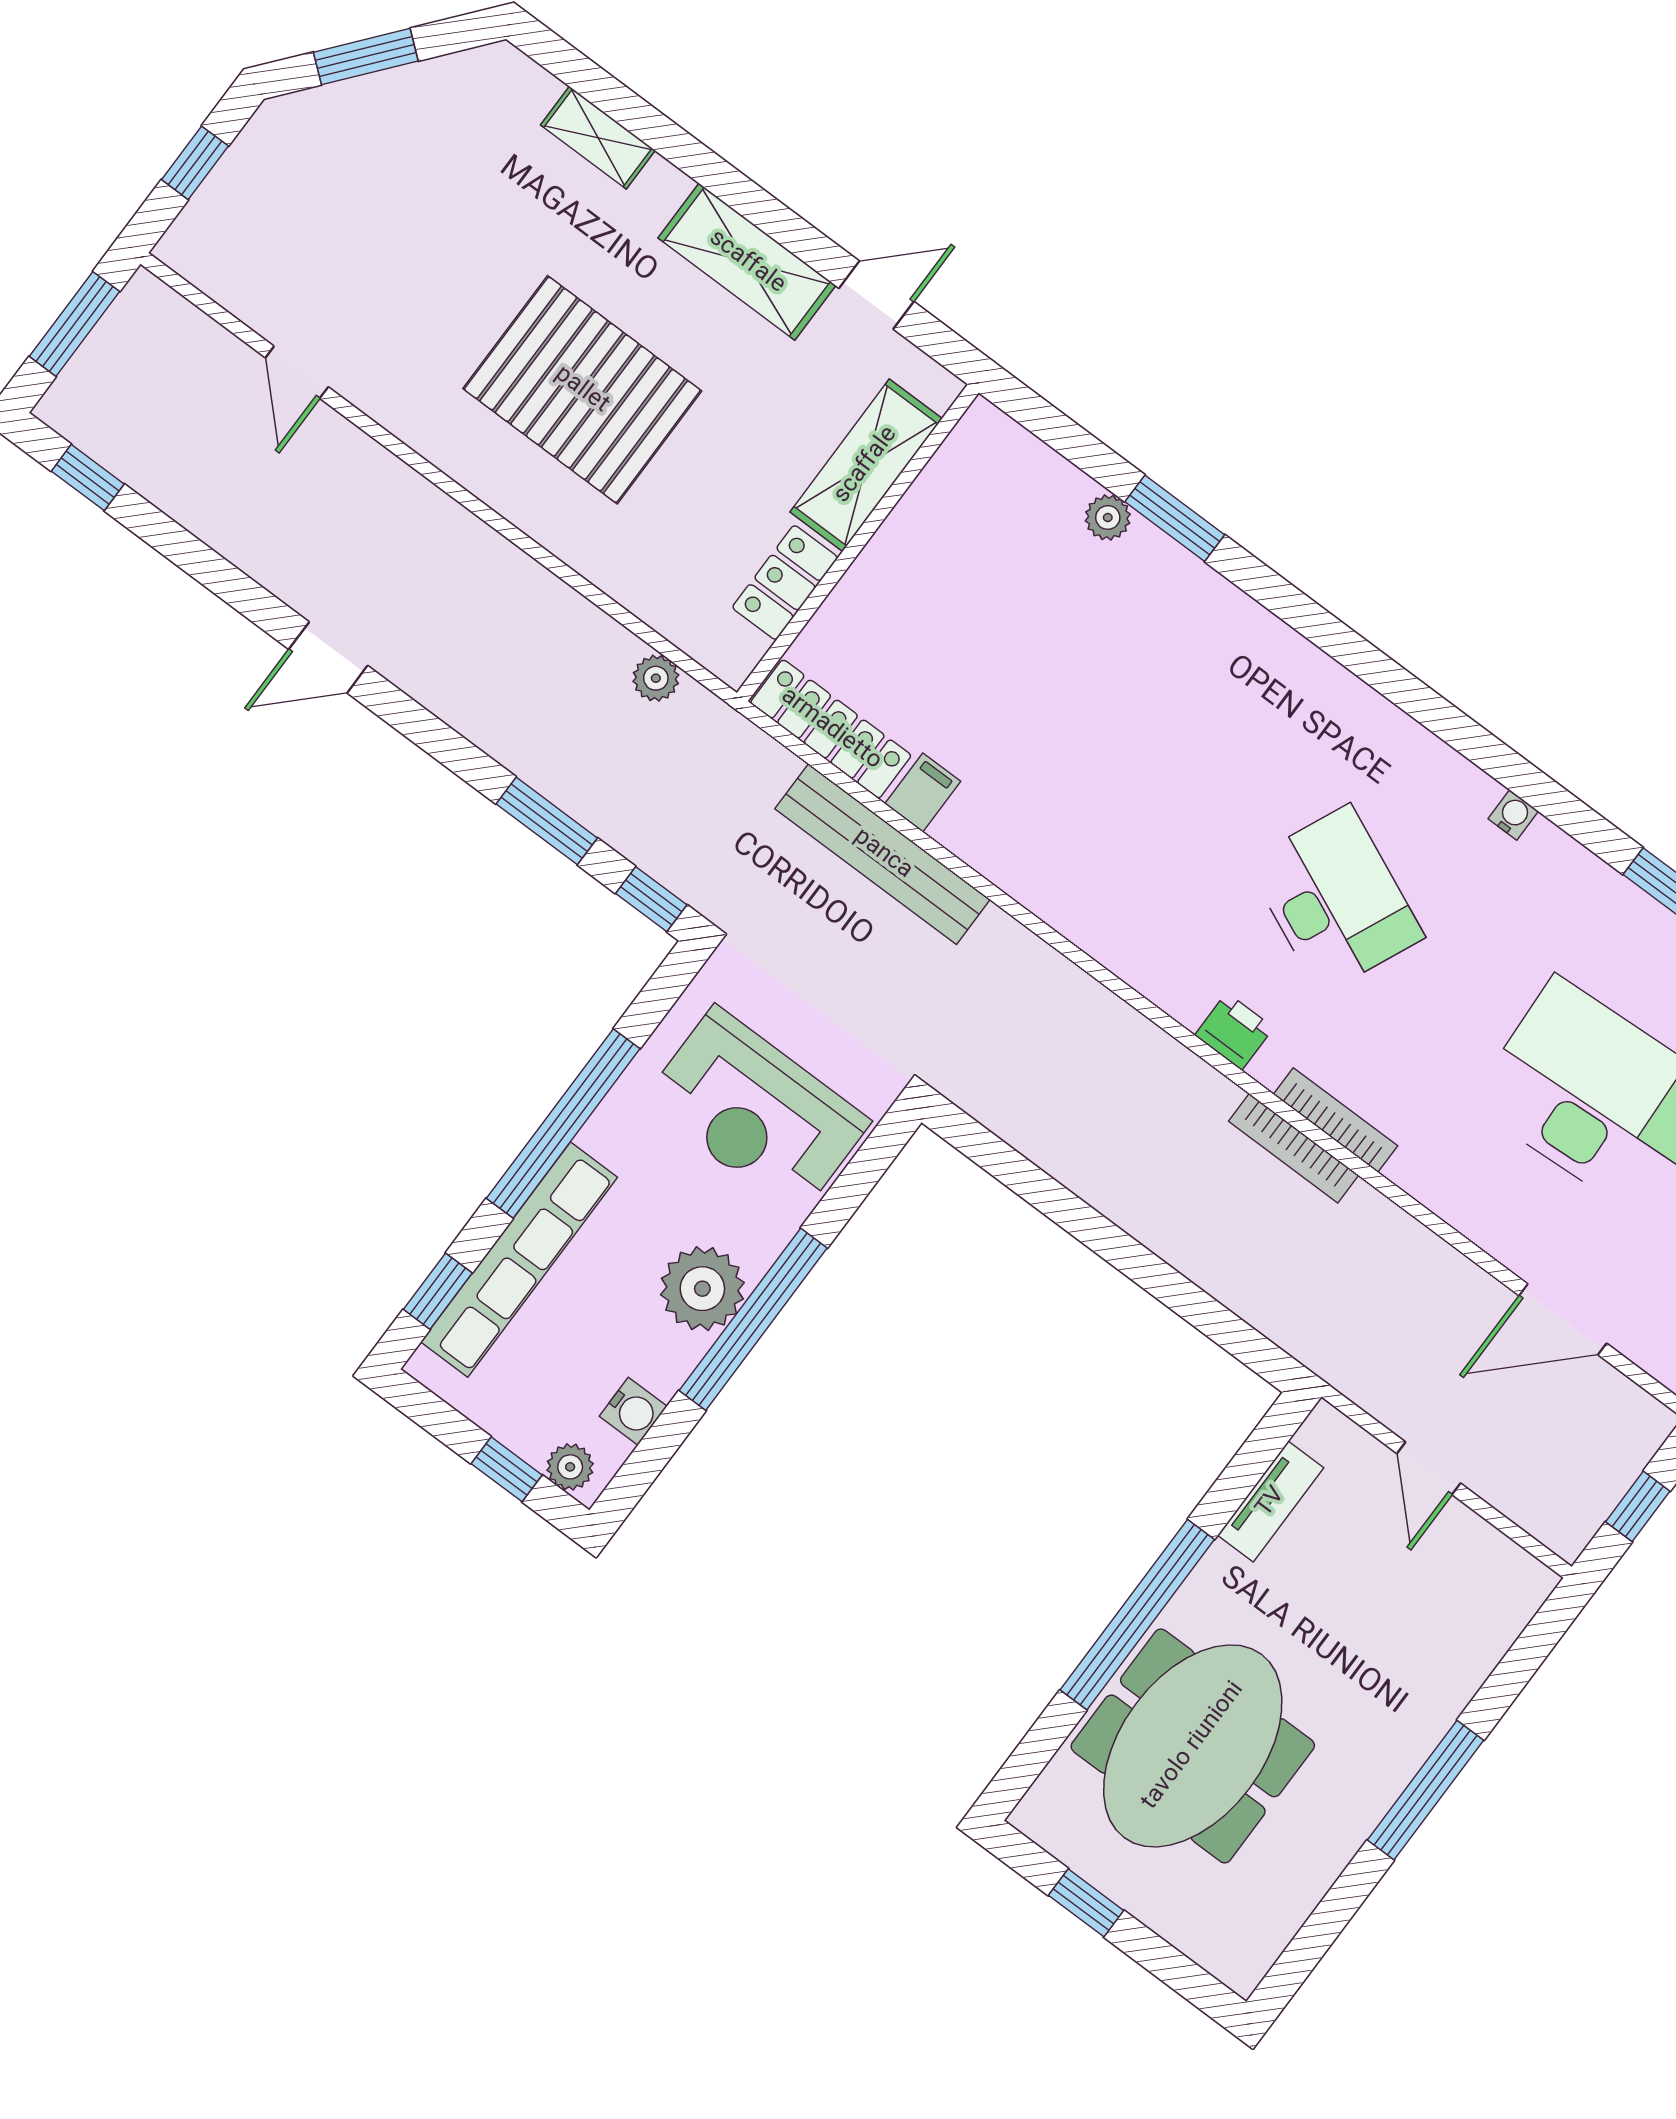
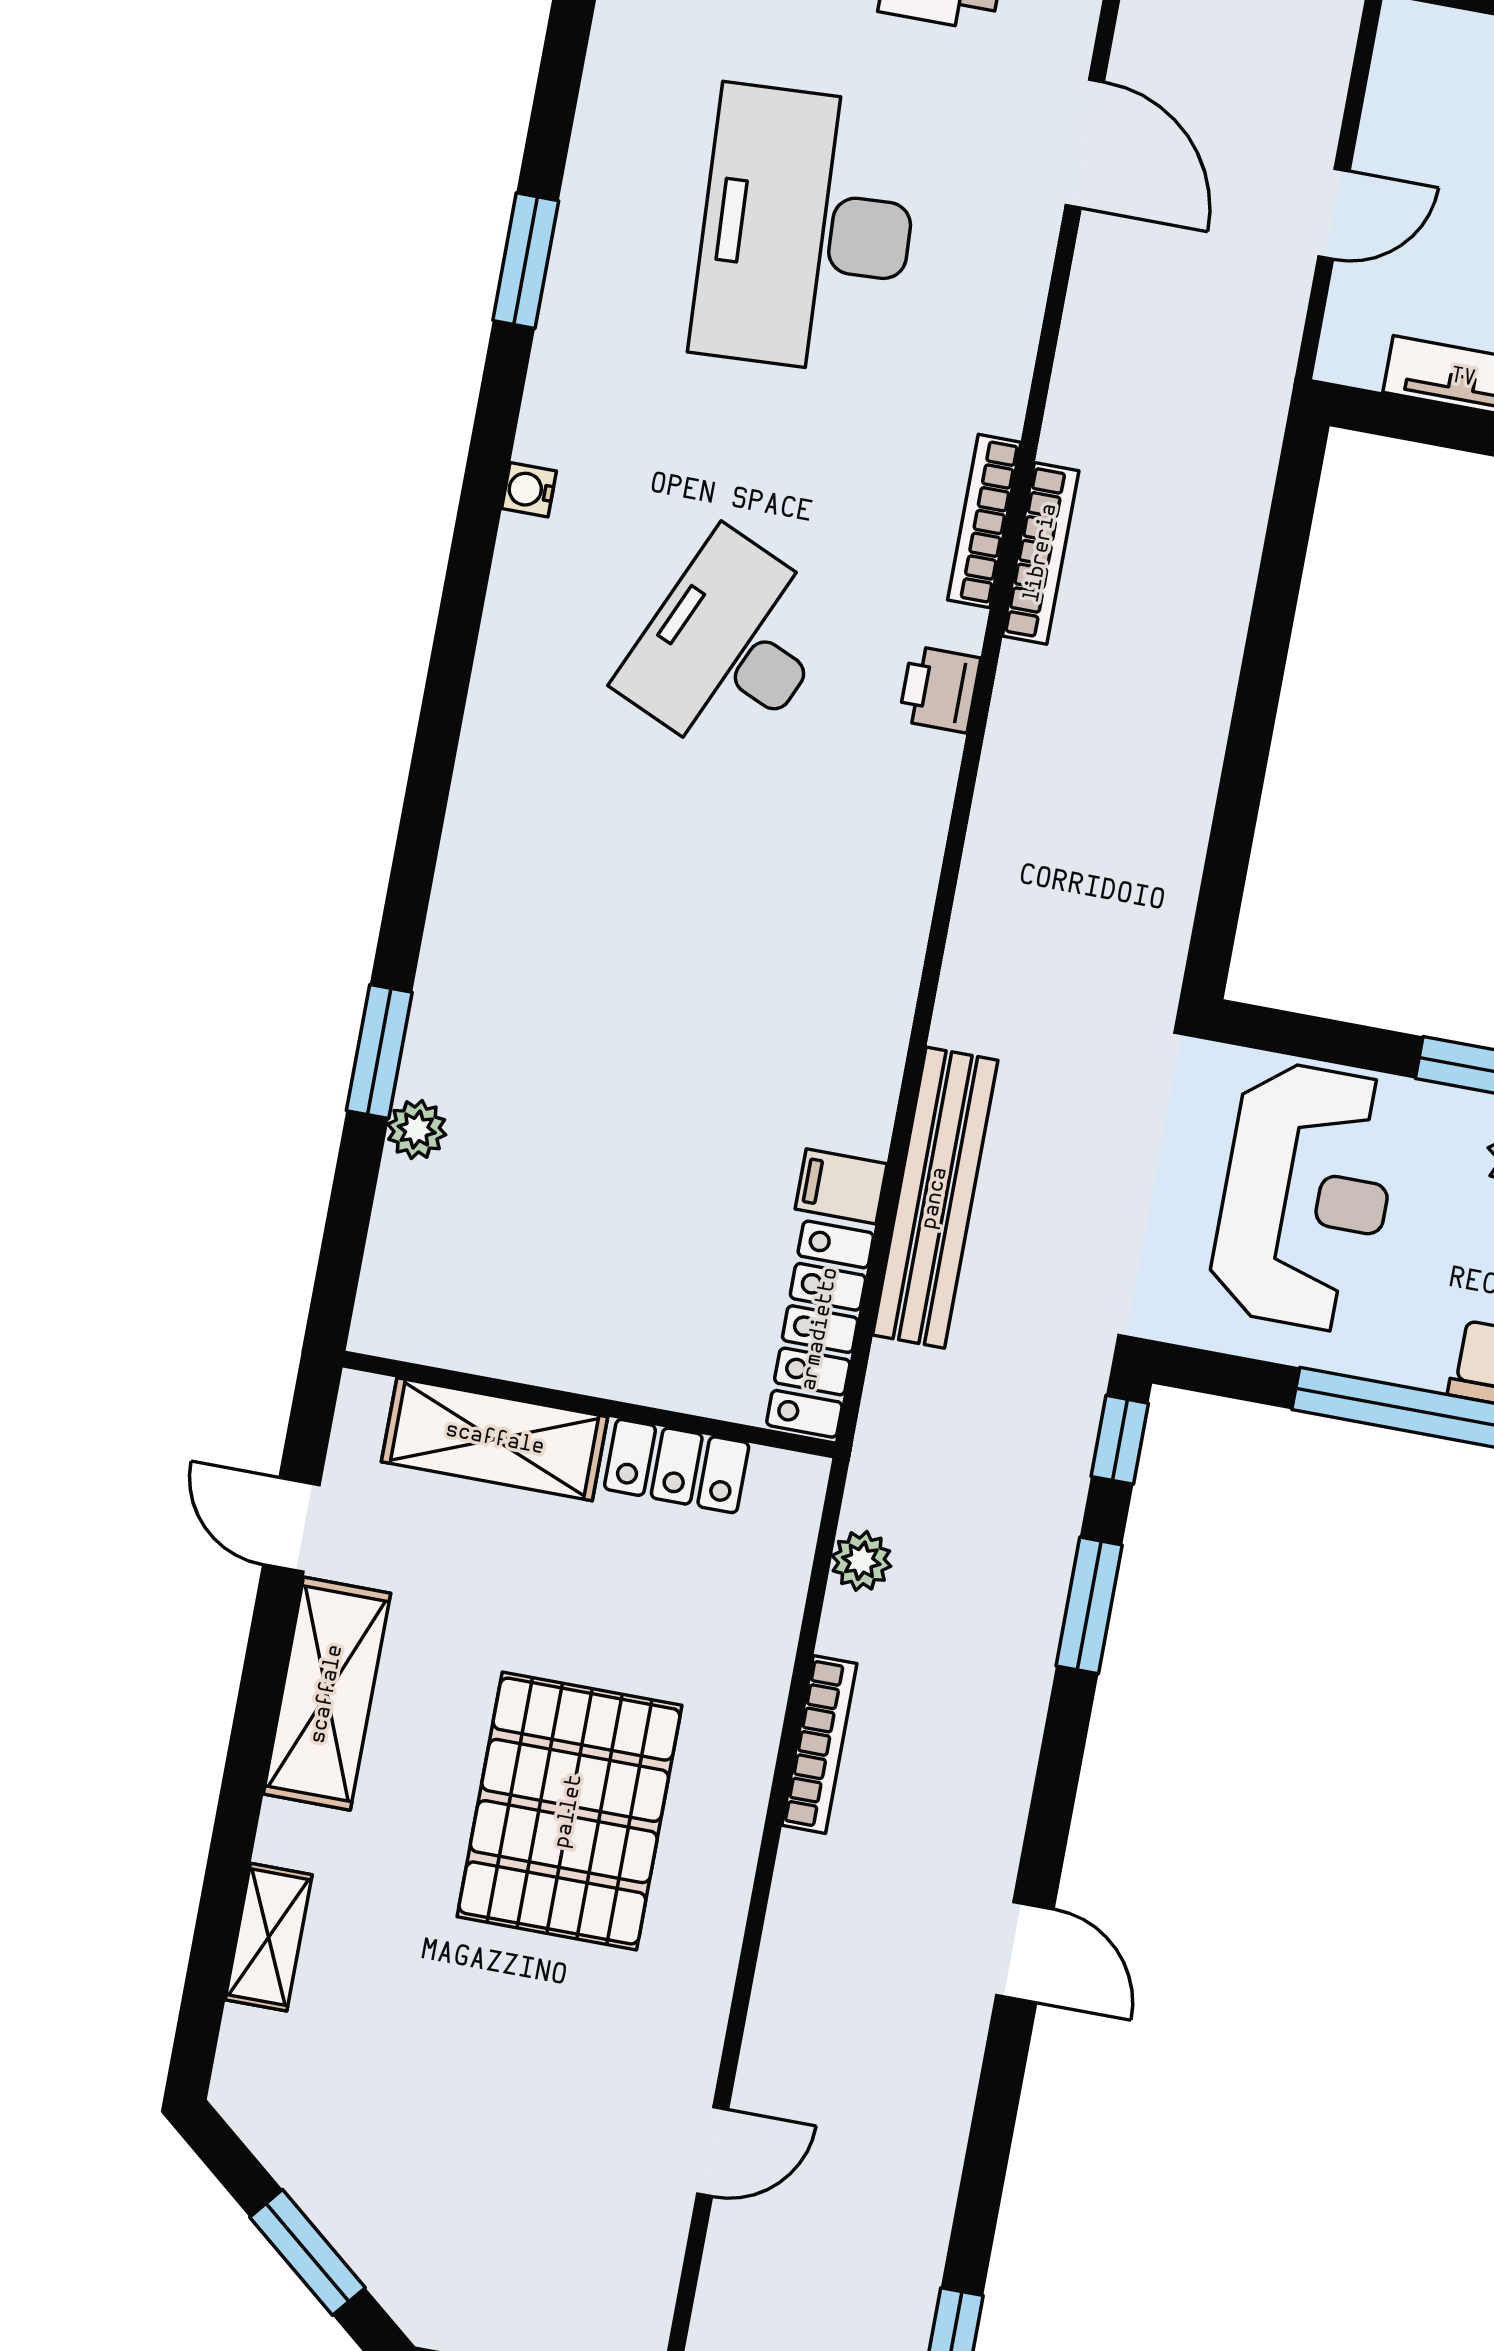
bookcase: (543, 586) -> (819, 1744), added

